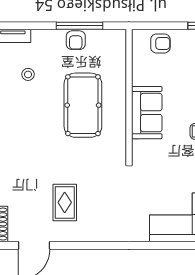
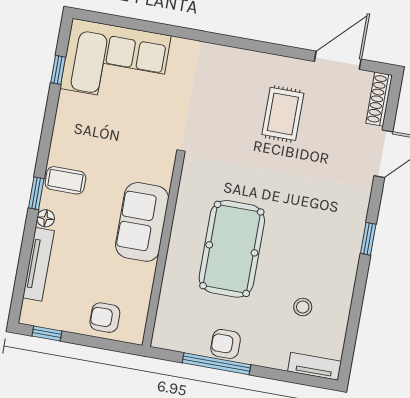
armchair: (76, 40) -> (226, 344), turned -90

